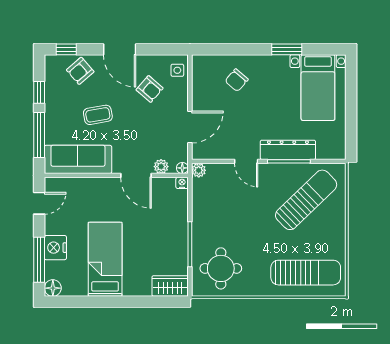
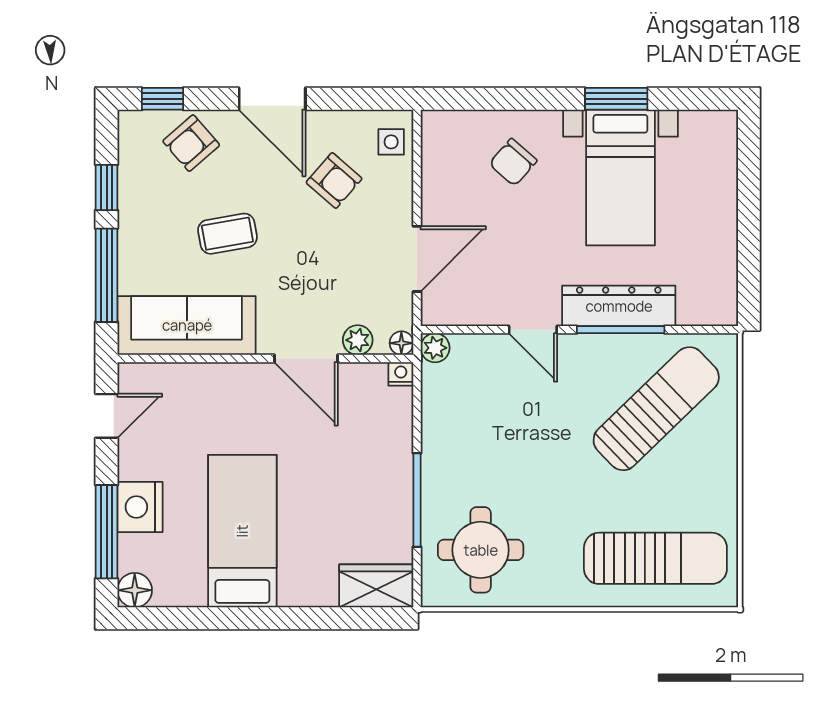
bed with nightstands: (318, 88) -> (620, 177), moved

